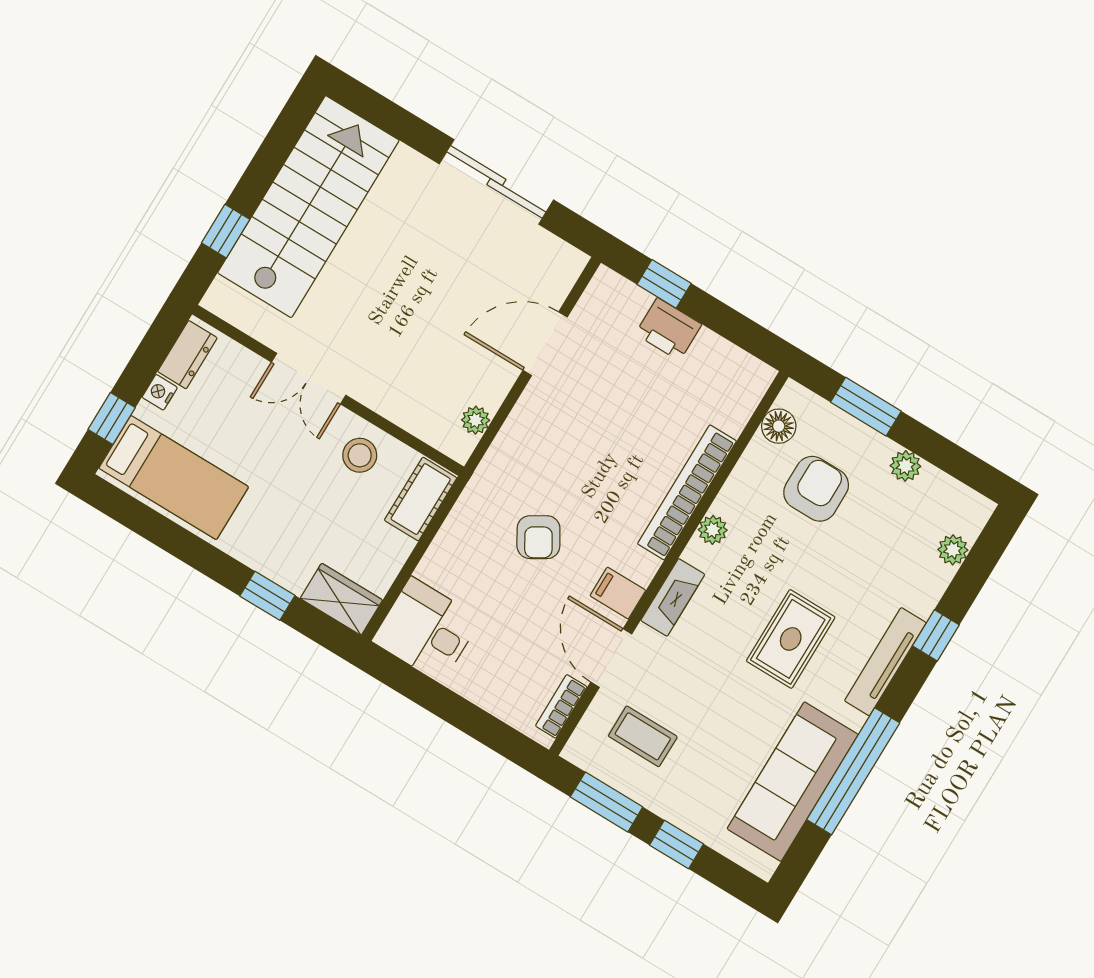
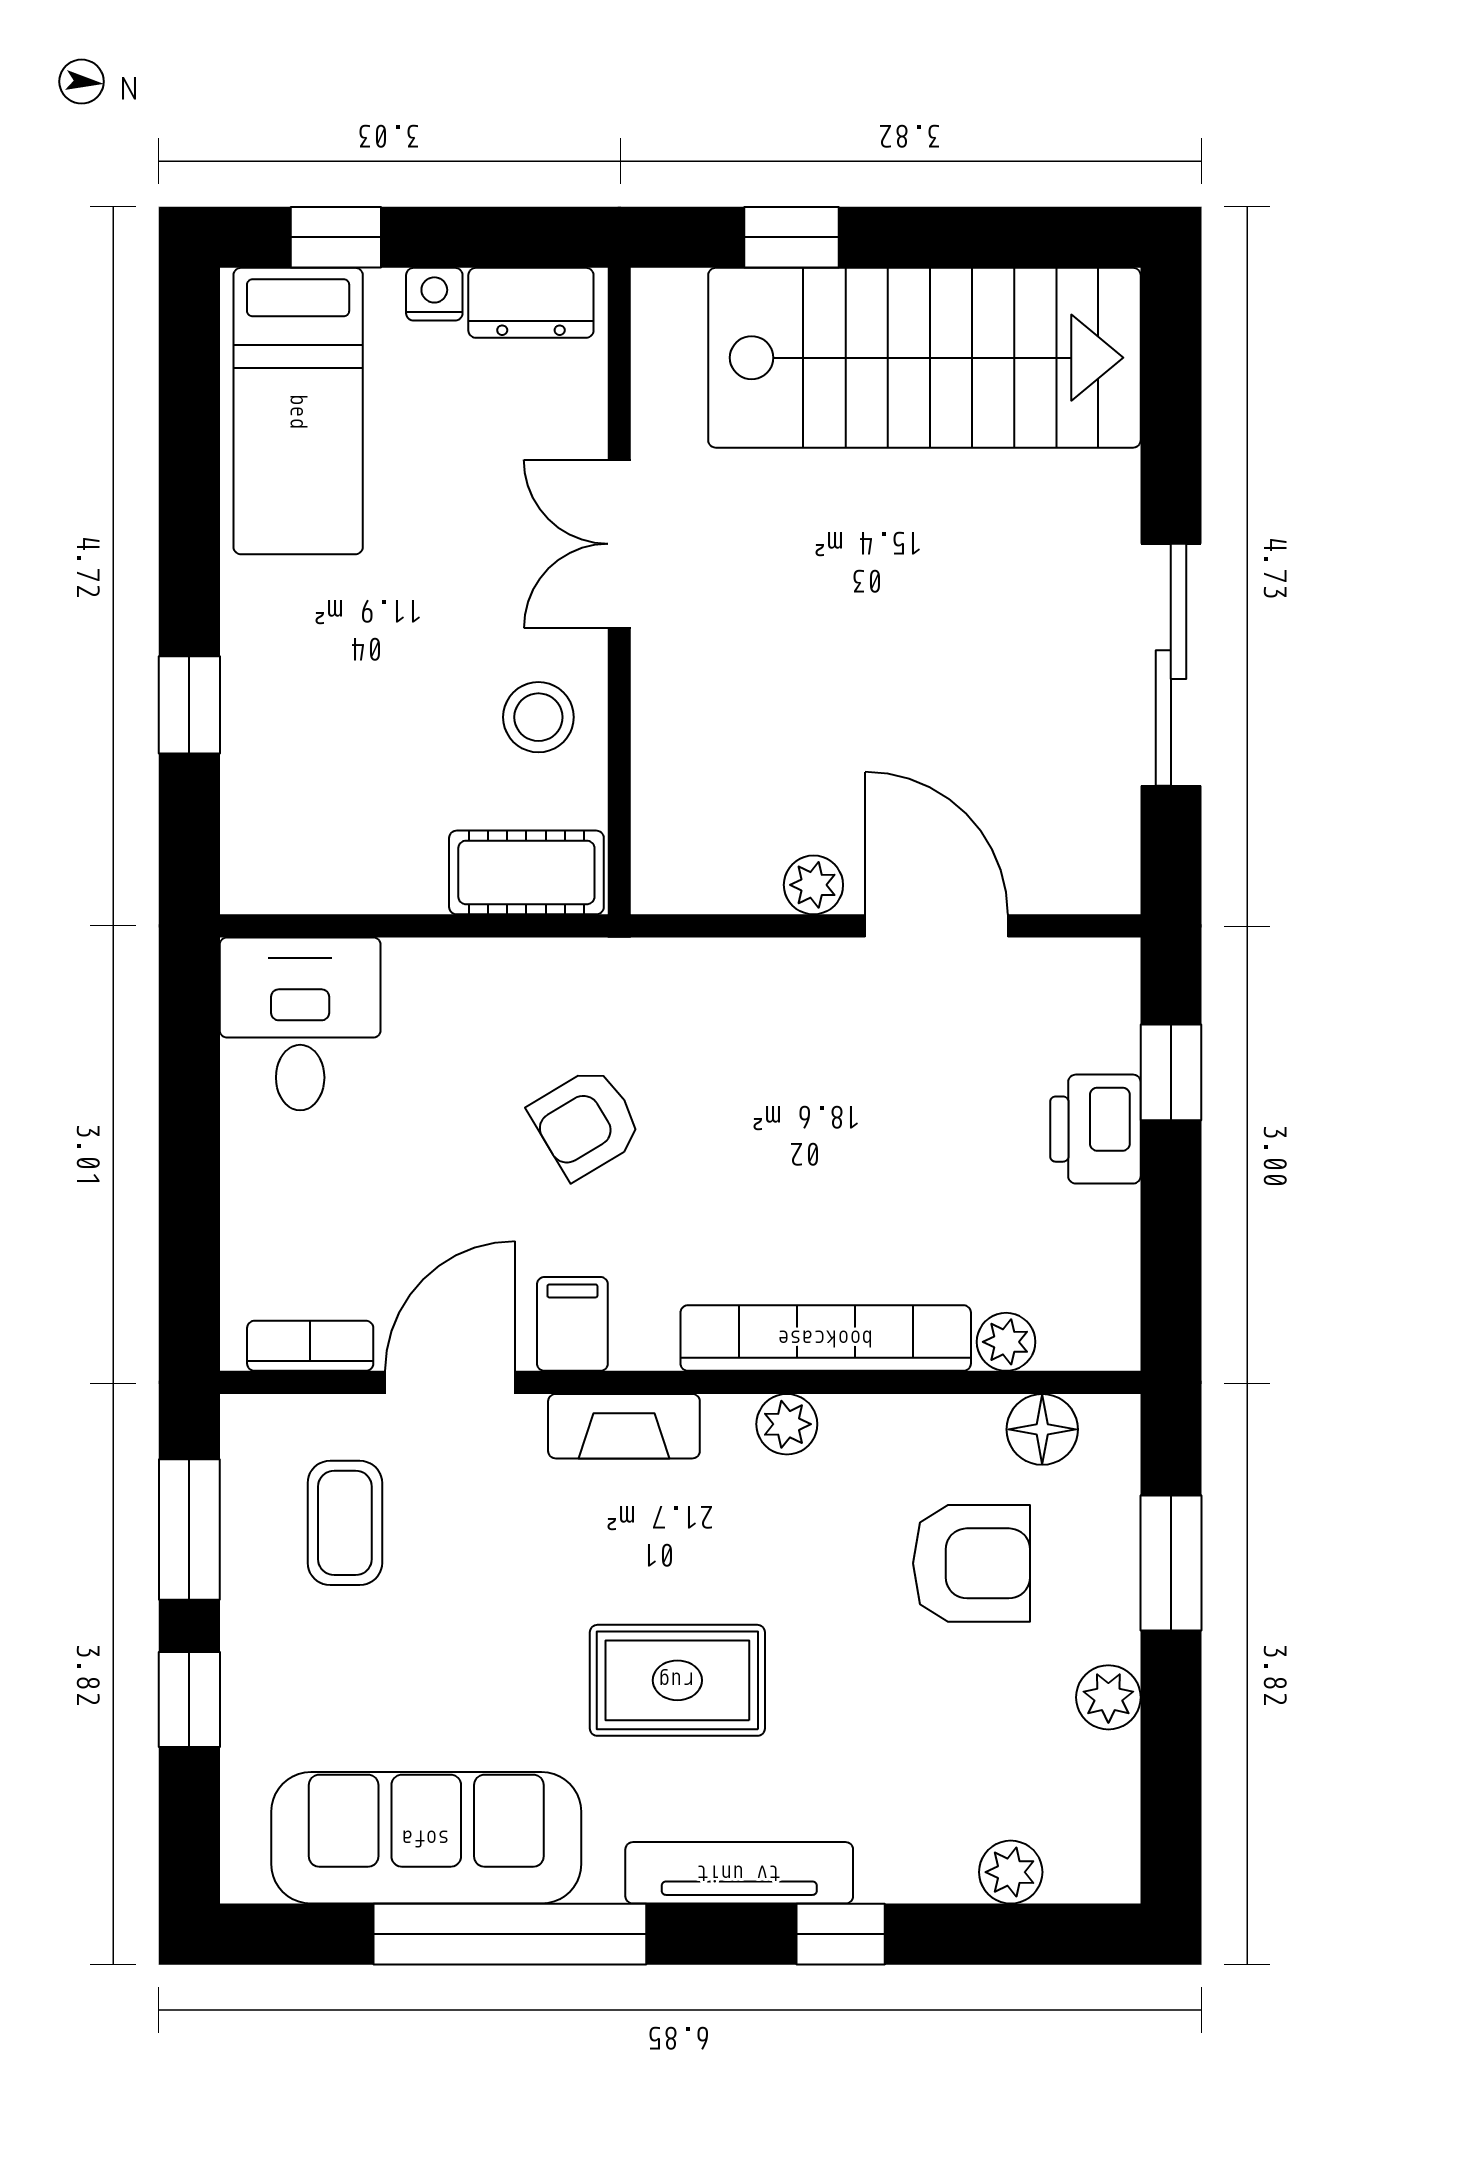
plant: (734, 419) -> (1006, 1342), added
plant: (476, 420) -> (813, 885), moved
wardrobe: (341, 599) -> (263, 840), removed

